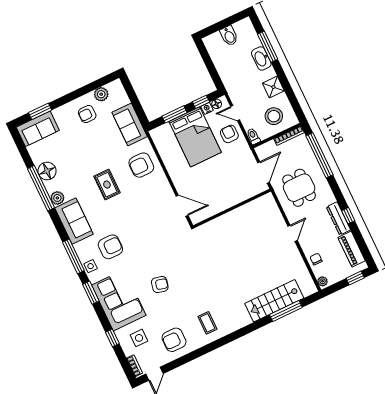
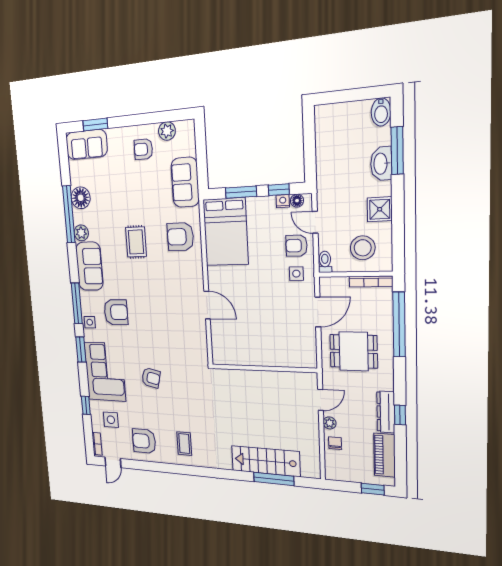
bidet: (229, 36) -> (381, 112), moved
armchair: (229, 134) -> (297, 246), turned -90
bed: (195, 137) -> (226, 232), moved
side table: (237, 153) -> (296, 274), added
dining table: (299, 188) -> (354, 351), turned 90
wall: (232, 208) -> (263, 368), moved
plant: (322, 281) -> (330, 423), moved

